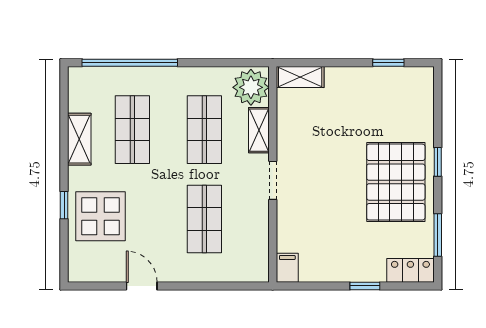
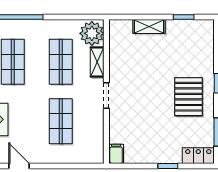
shelving: (300, 77) -> (149, 27), moved
pallet: (396, 182) -> (188, 97), width x0.73, depth x0.71

